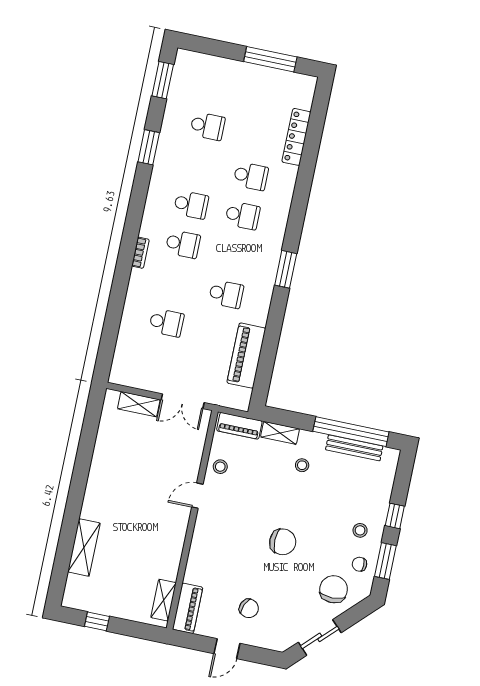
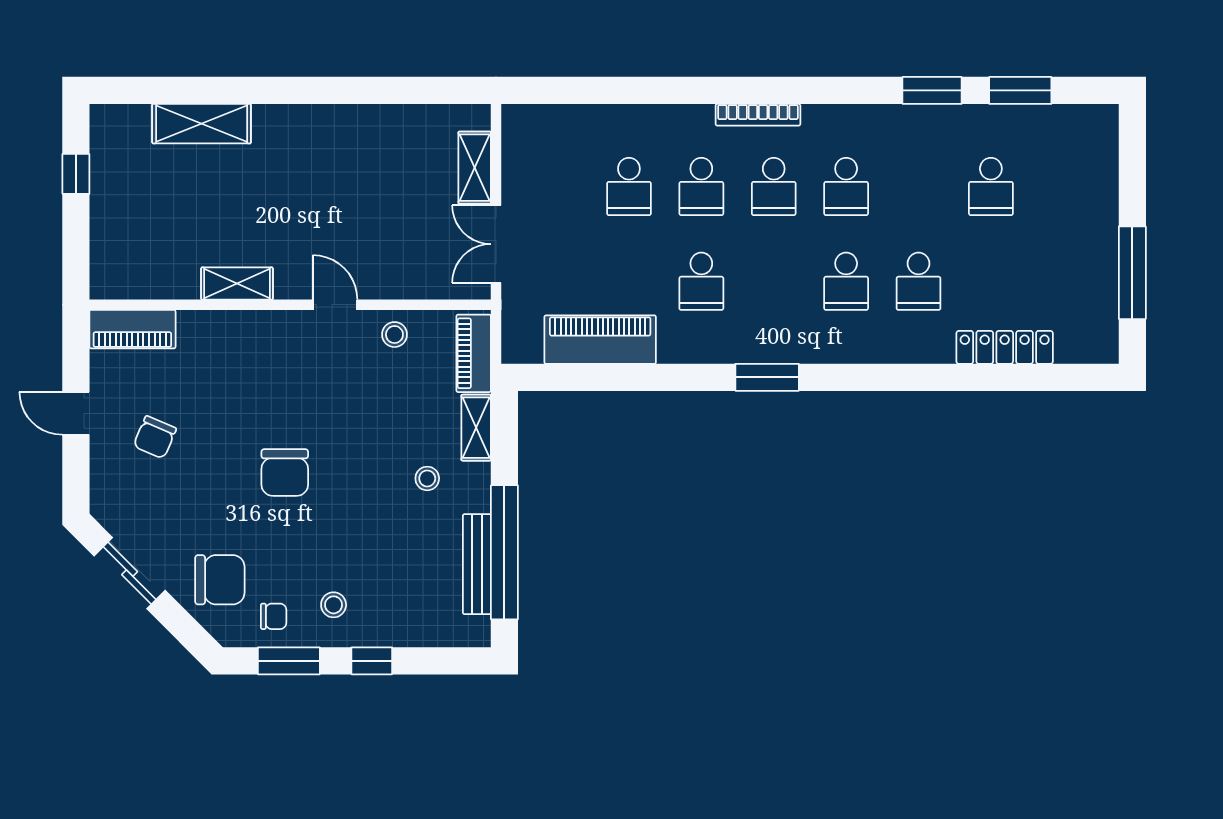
window: (163, 80) -> (1020, 90), moved
bookcase: (140, 253) -> (758, 115), width x1.56
school desk: (175, 283) -> (701, 186), added
chair: (359, 564) -> (274, 616), turned 90
shelving: (163, 600) -> (237, 284), moved

